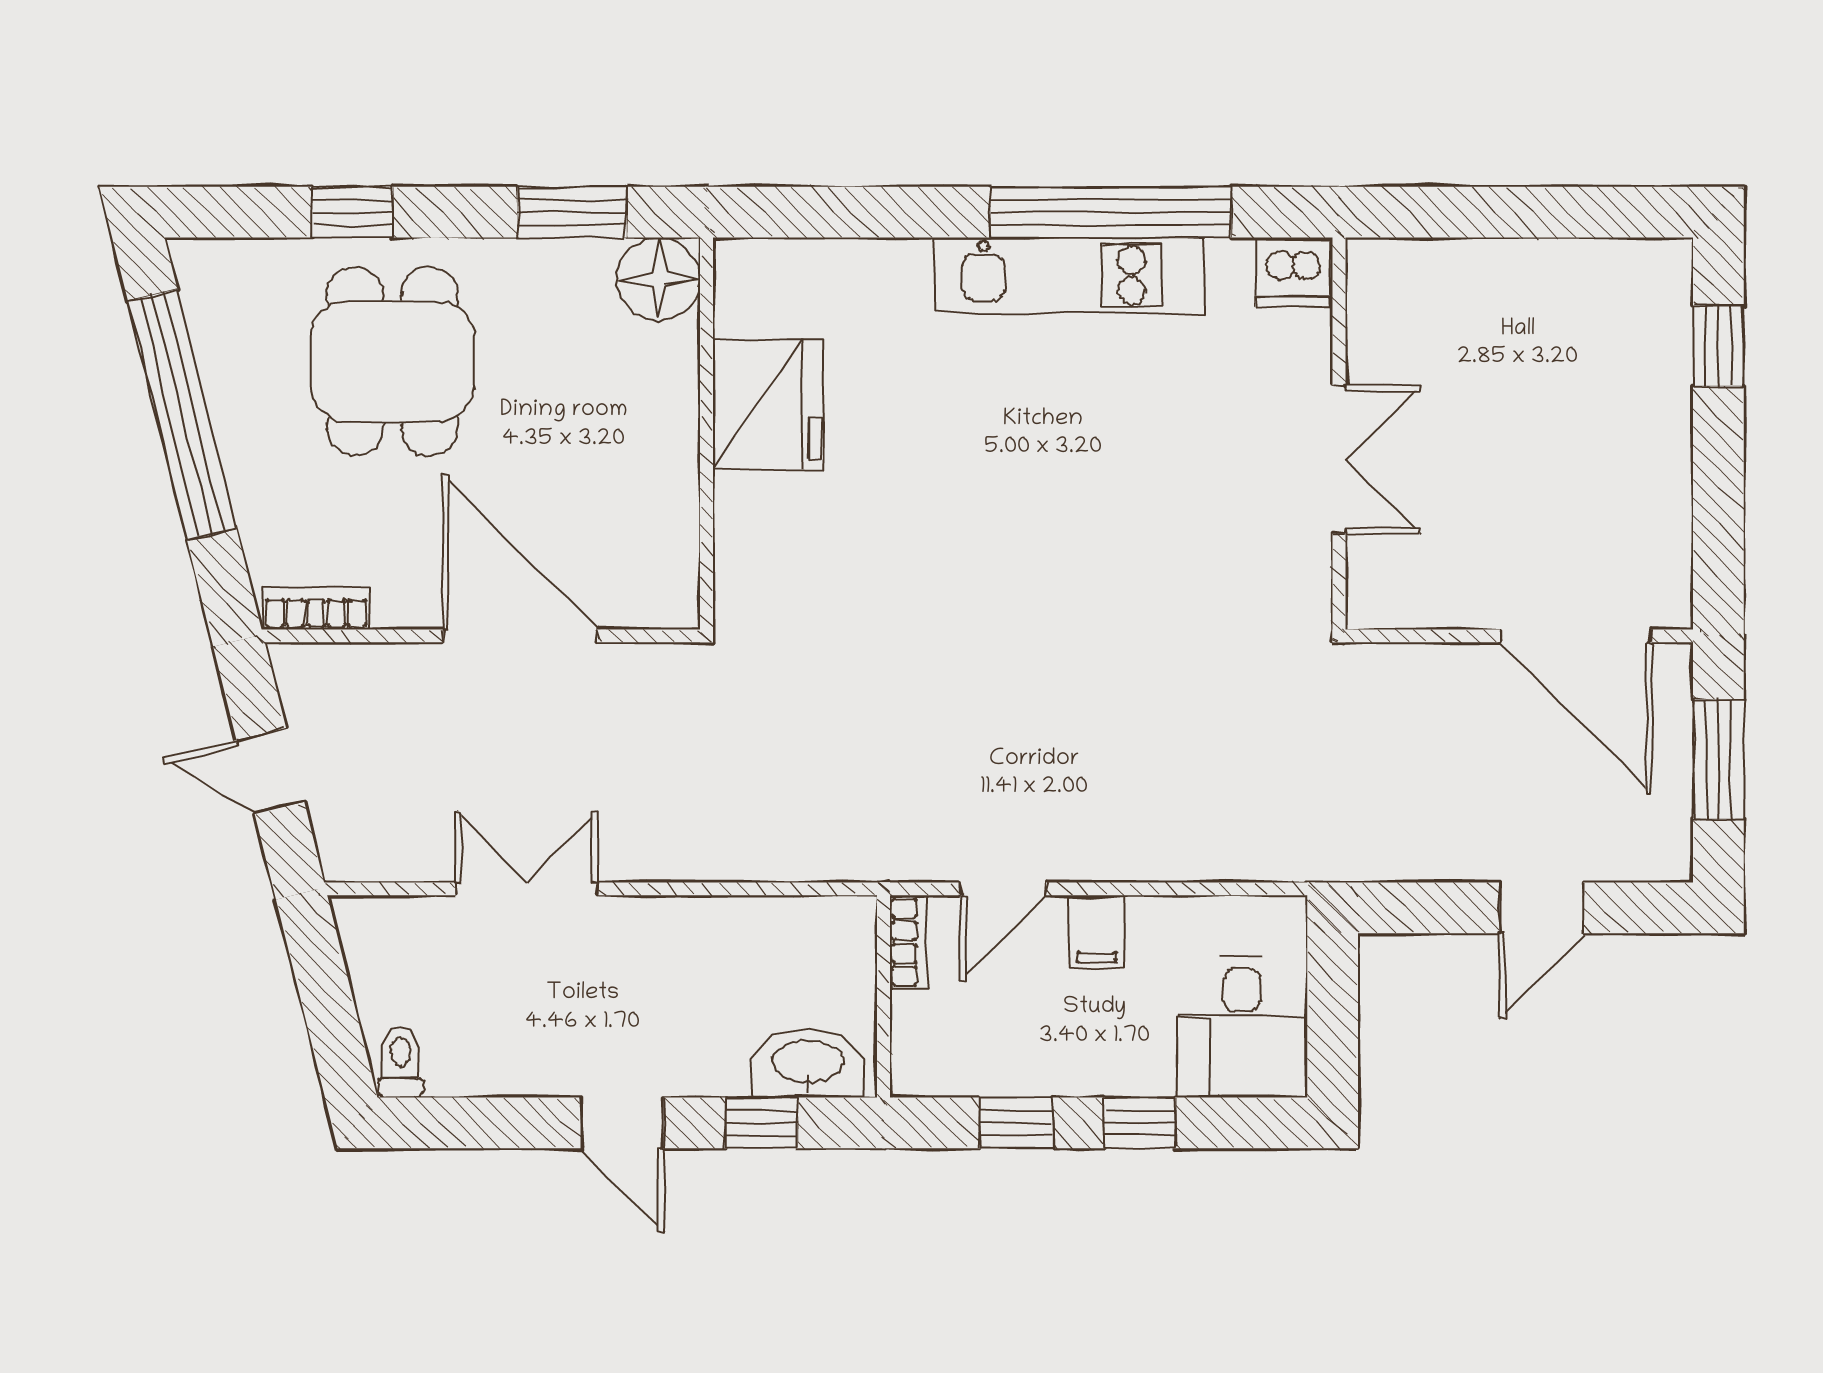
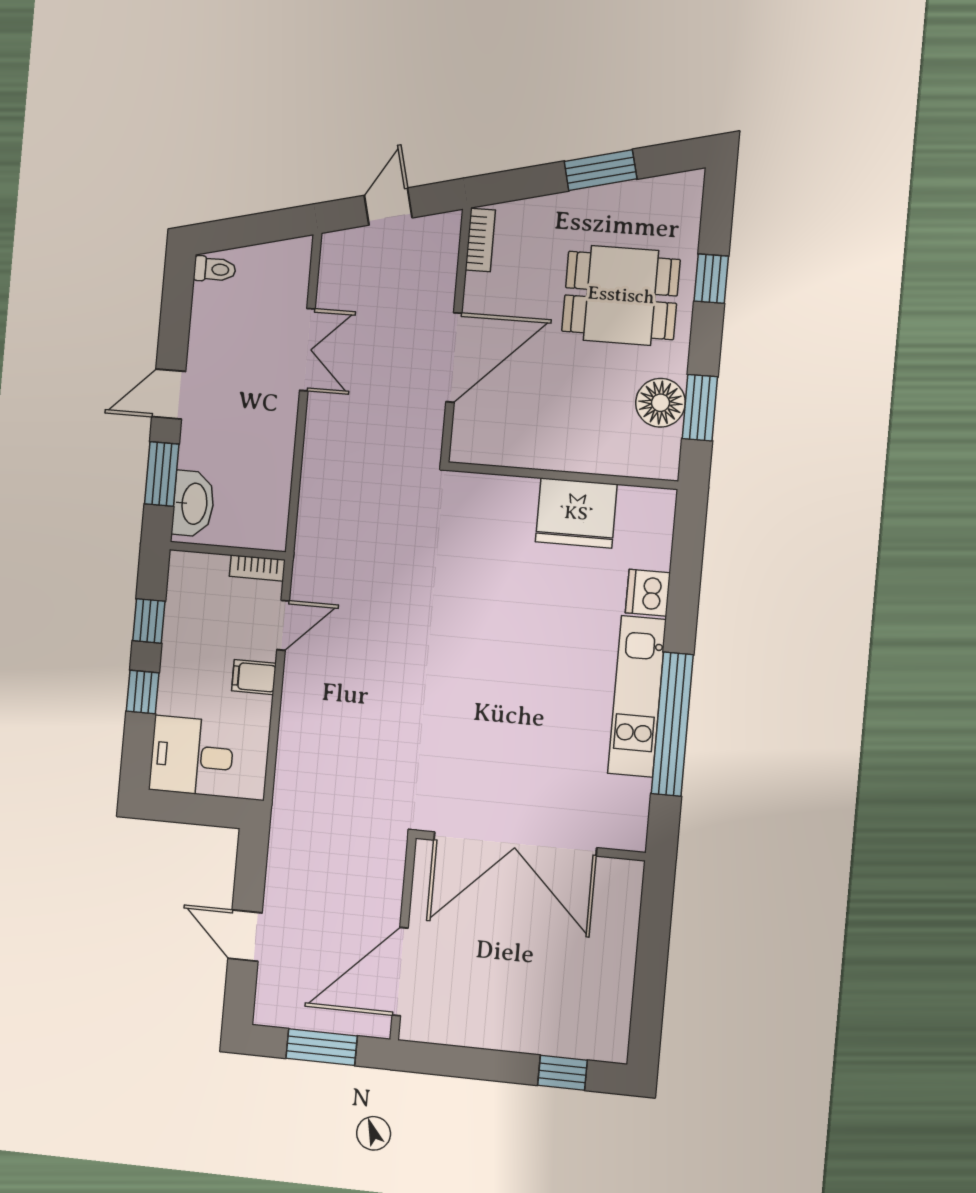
dishwasher: (1293, 272) -> (648, 593), moved
floor lamp: (658, 279) -> (660, 403), moved
window: (182, 415) -> (601, 170), width x0.47
double door: (1339, 459) -> (515, 844), width x1.87
door: (1003, 889) -> (283, 625), swing flipped
window: (761, 1123) -> (162, 474), width x1.50

